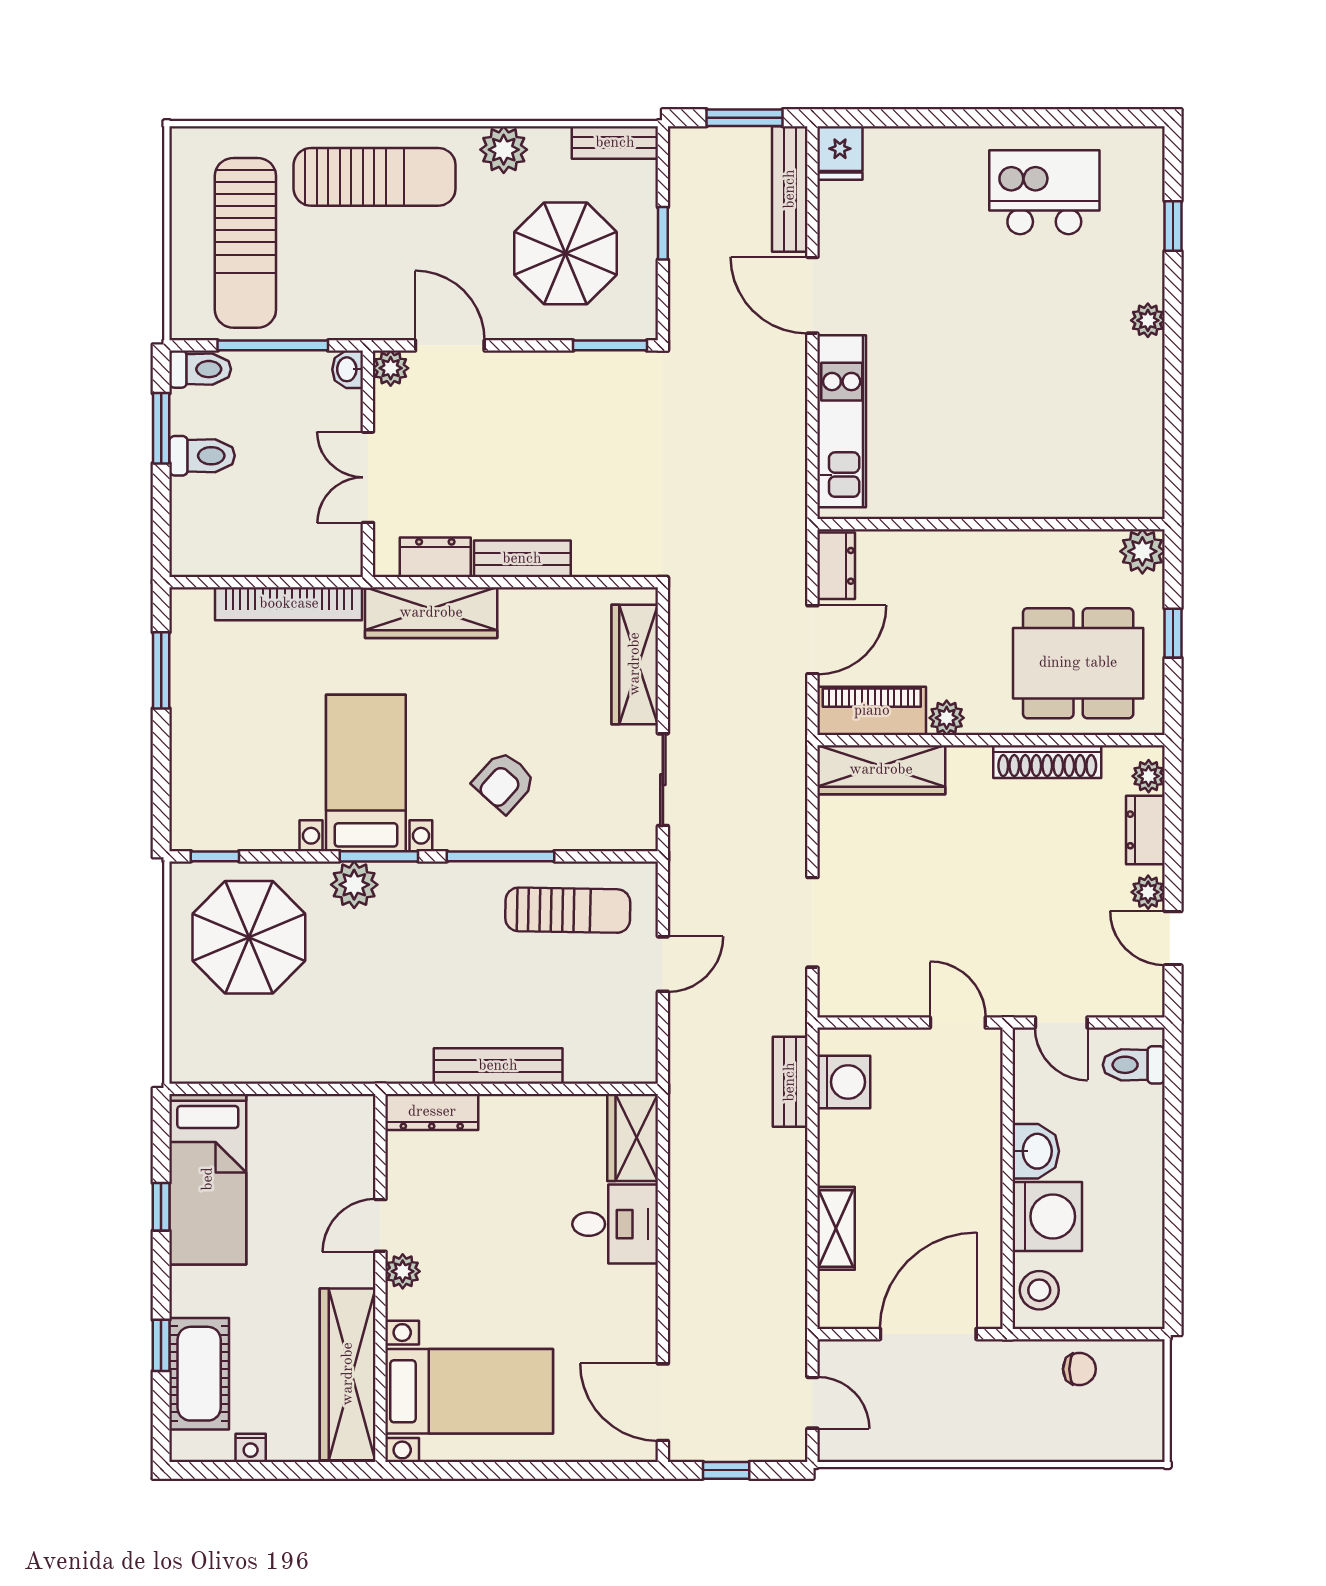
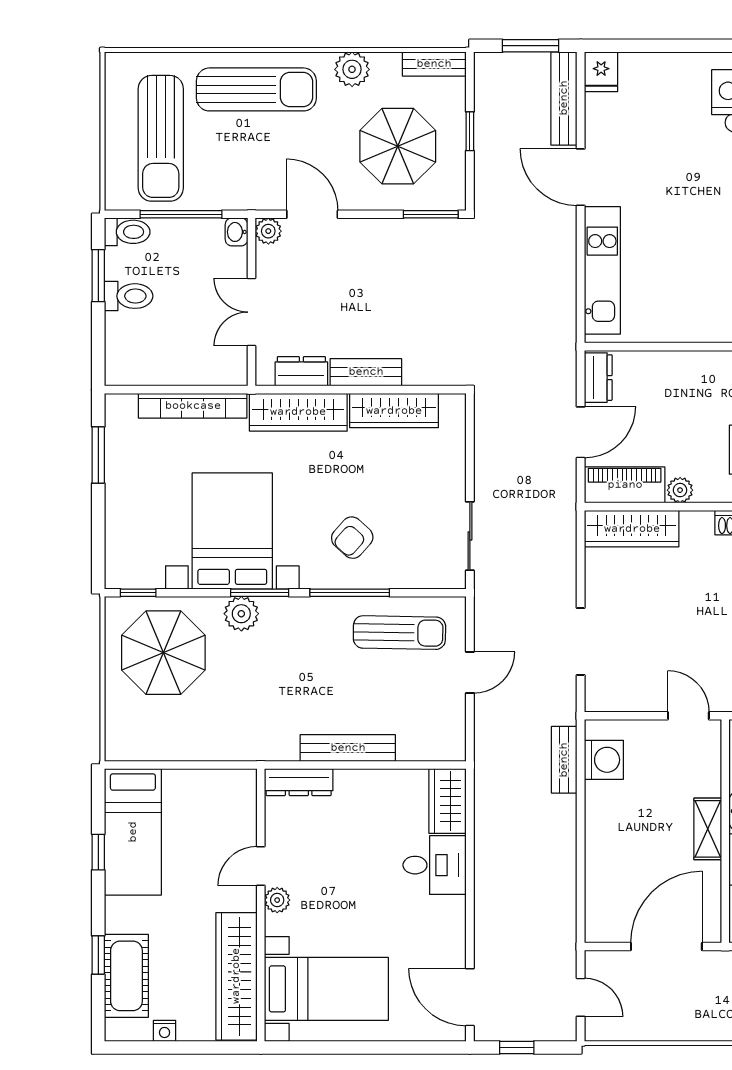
wardrobe: (635, 664) -> (394, 411), moved, turned -90
bed with nightstands: (366, 773) -> (232, 531), width x1.36
shelving: (836, 1228) -> (708, 829), moved

